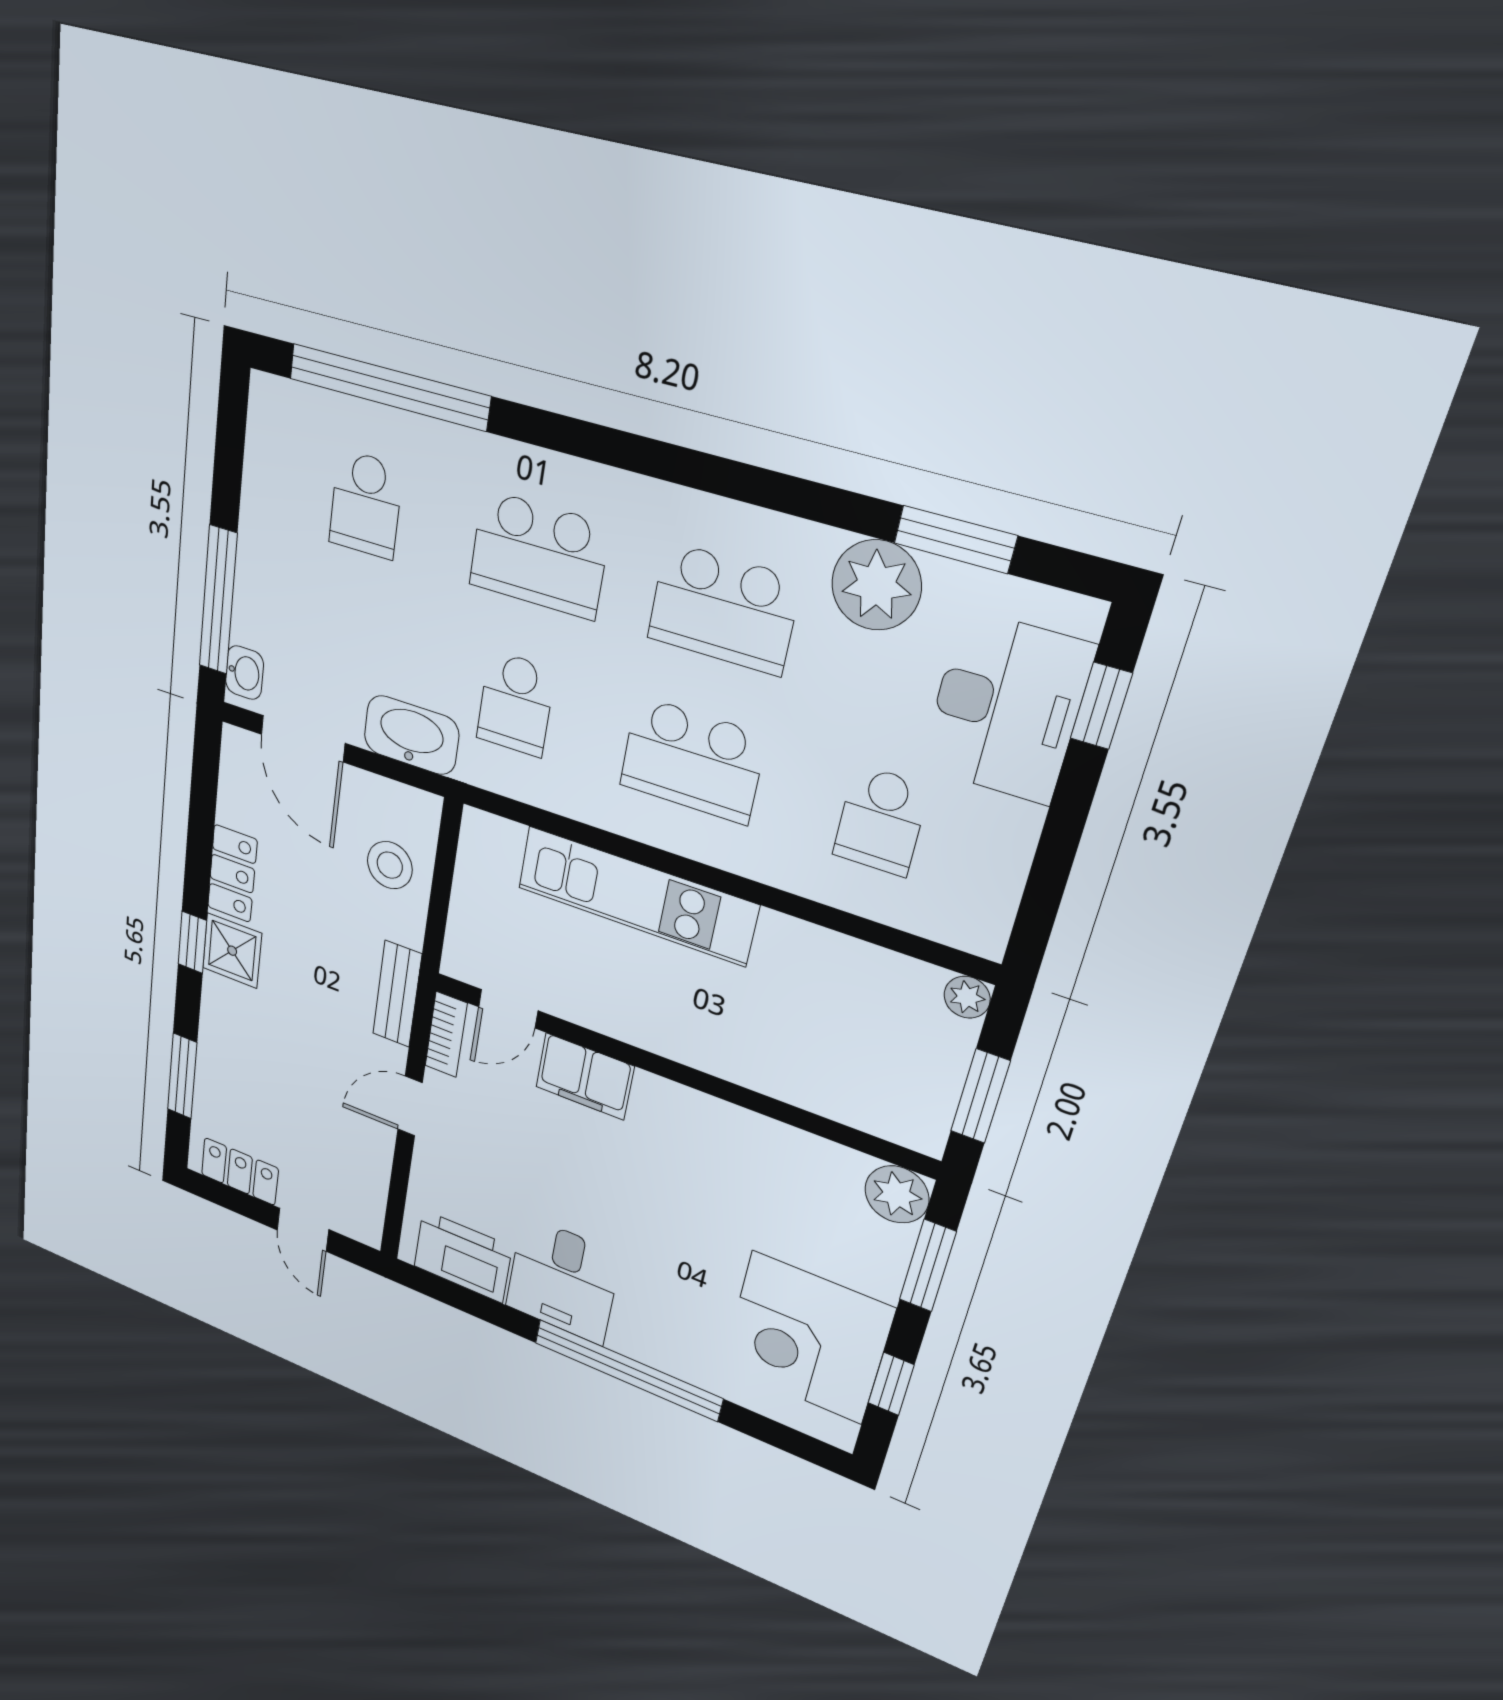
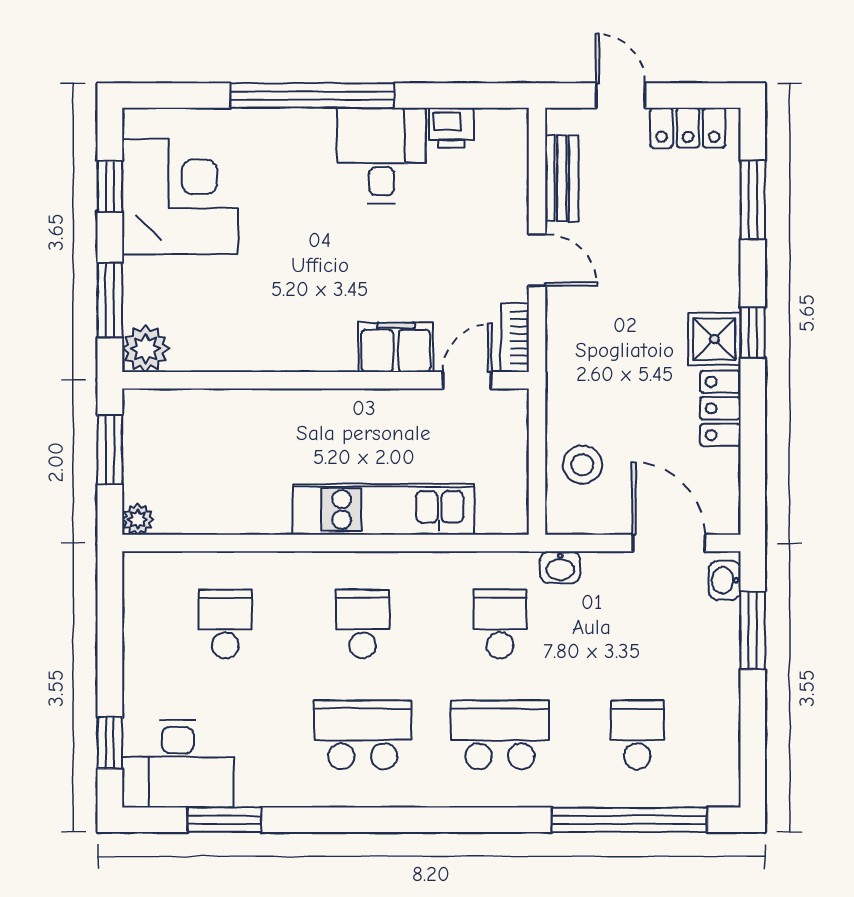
plant: (876, 585) -> (266, 778), removed
window: (218, 600) -> (753, 630), width x0.69
desk: (1006, 708) -> (178, 764), moved, turned -90
washbasin: (411, 735) -> (560, 567), width x0.52, depth x0.69
school desk: (692, 760) -> (363, 624), width x0.54
bench: (397, 994) -> (562, 178), moved
door: (410, 1106) -> (537, 260), hinge flipped
printer: (463, 1256) -> (451, 128), width x0.53, depth x0.68

